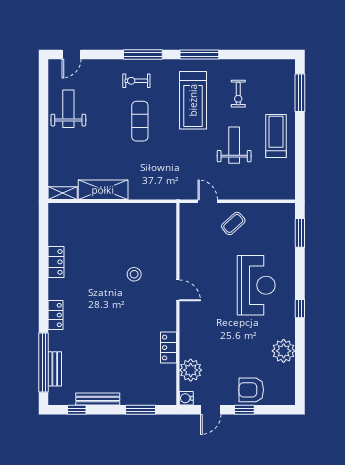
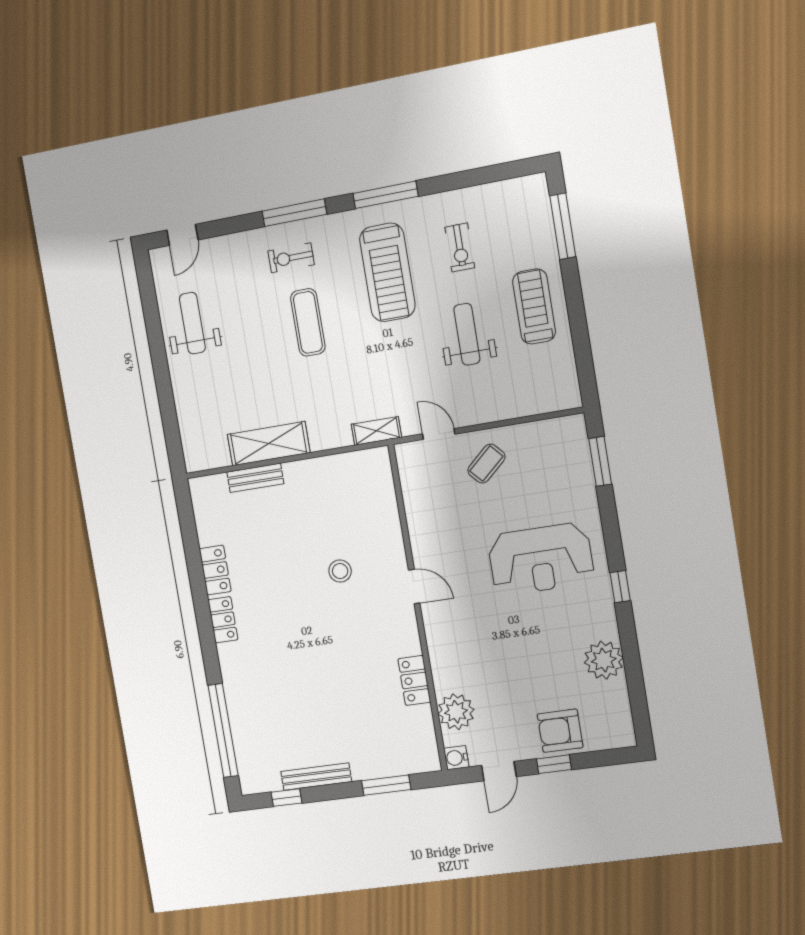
shelving: (63, 193) -> (376, 431), moved
reception desk: (256, 285) -> (541, 559), turned 90
locker: (56, 315) -> (223, 620), moved
bench: (55, 369) -> (255, 478), moved, turned 90

